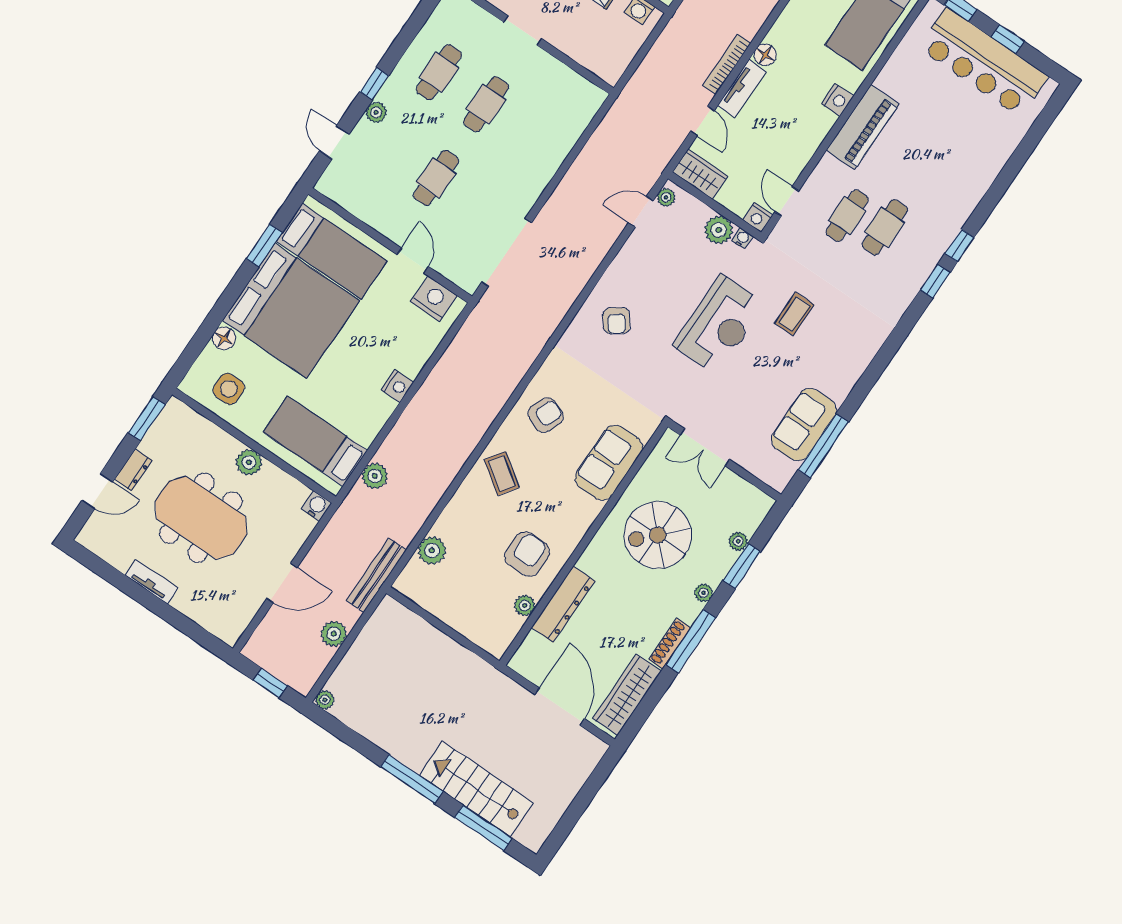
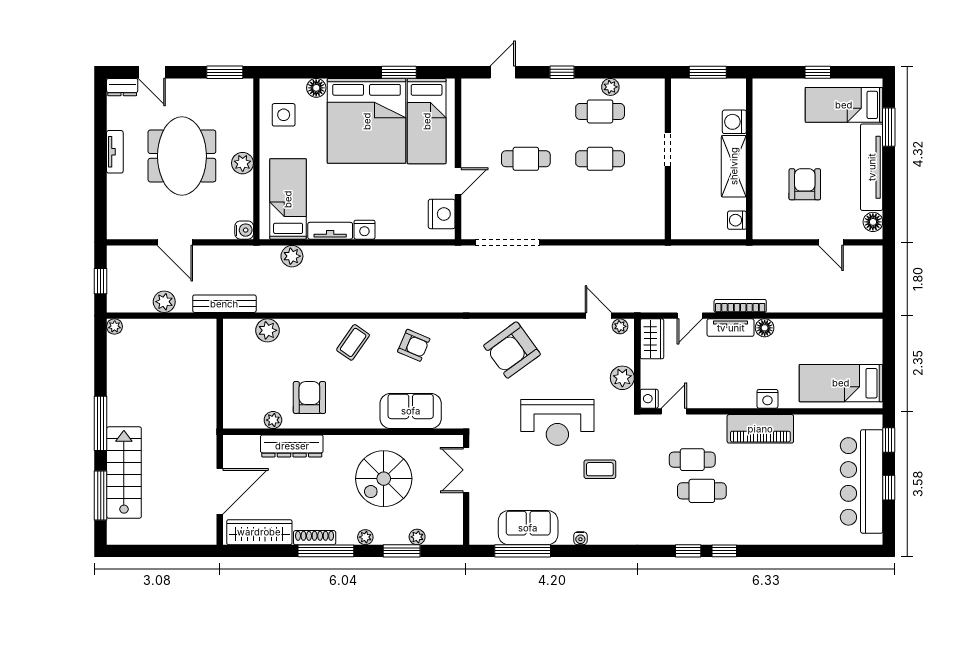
plant: (376, 112) -> (610, 87), moved
water cooler: (742, 238) -> (580, 538), moved, turned 90
armchair: (617, 321) -> (512, 350), width x1.88, depth x1.88
tv unit: (375, 421) -> (330, 231), added
dresser: (133, 470) -> (122, 87), moved
spiral stairs: (658, 535) -> (384, 479), turned -90
armchair: (527, 554) -> (309, 397), turned -90

